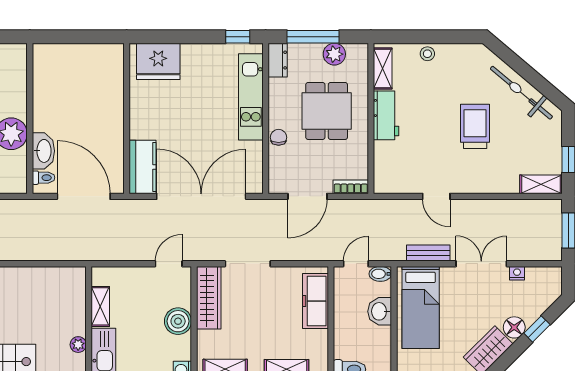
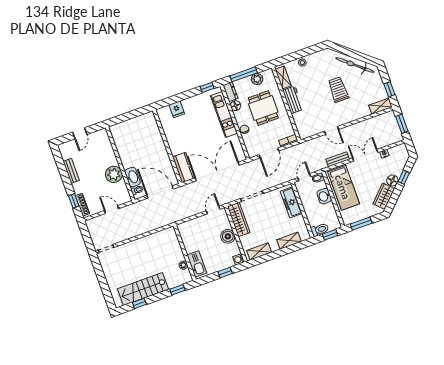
fridge: (158, 61) -> (177, 109), width x0.53, depth x0.75
floor lamp: (278, 88) -> (236, 106), added
shelving: (100, 306) -> (187, 243), removed

